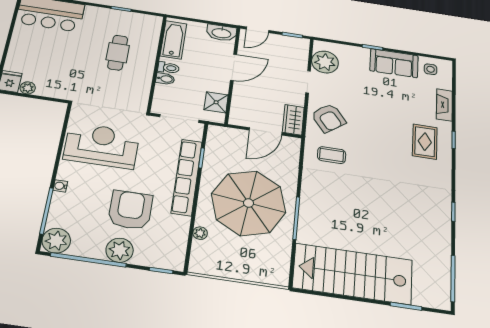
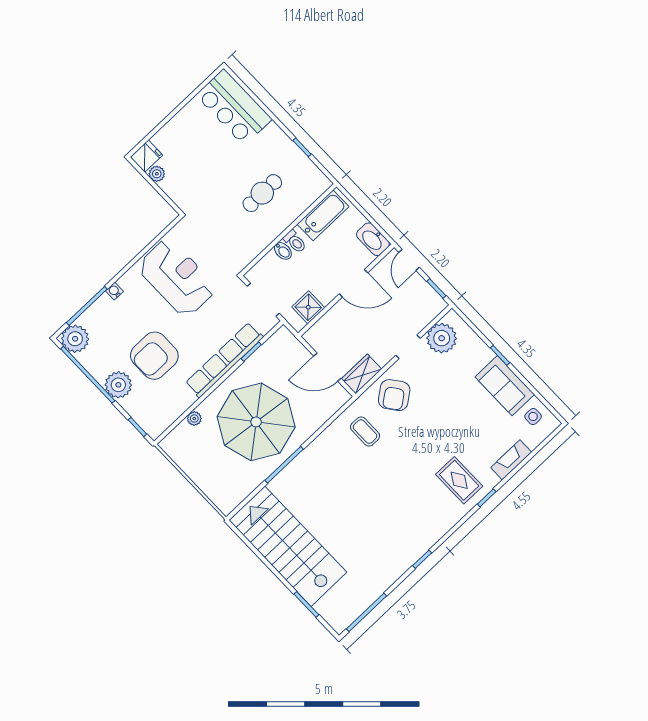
door: (258, 30) -> (409, 260), hinge flipped
rug: (425, 142) -> (459, 480), turned 90
armchair: (130, 210) -> (154, 356), turned 180

